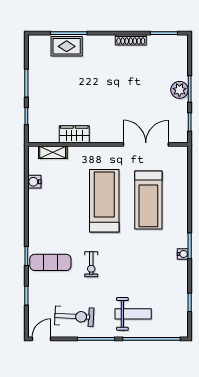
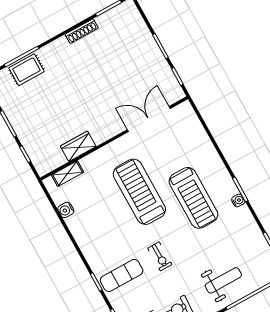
plant: (179, 90) -> (152, 52), removed
treadmill: (148, 200) -> (193, 198), moved

